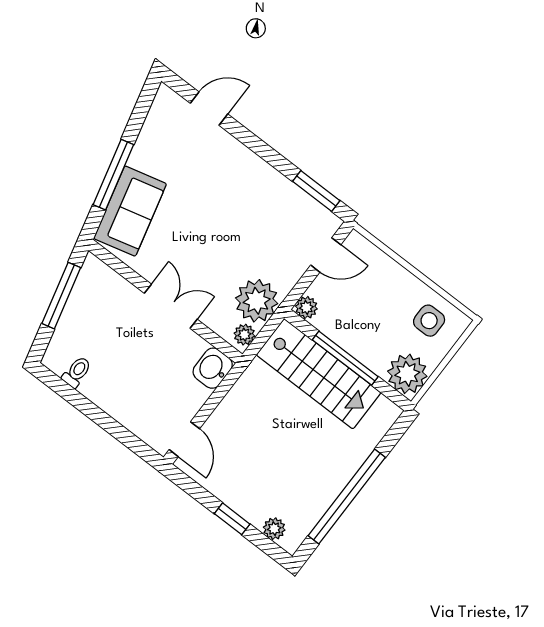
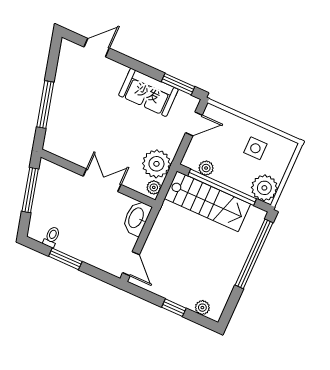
sofa: (130, 211) -> (148, 92), moved, turned 104
plant: (306, 307) -> (206, 168), moved
side table: (429, 321) -> (255, 148), moved
window: (345, 358) -> (222, 187), width x1.46
washbasin: (213, 368) -> (137, 218), width x1.38
window: (89, 409) -> (65, 259), added
window: (347, 497) -> (254, 254), moved

